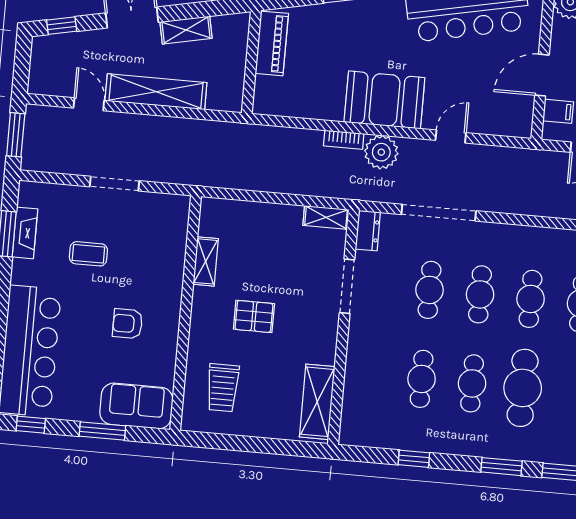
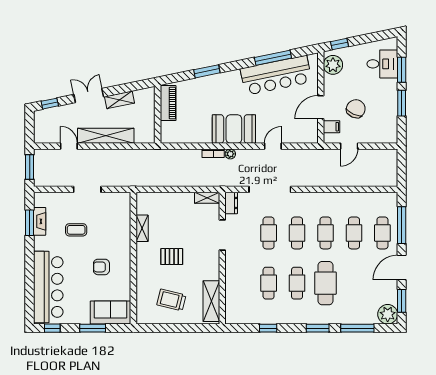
plant: (381, 152) -> (230, 154), width x0.53, depth x0.53
trolley: (223, 388) -> (171, 300), moved, turned 104

